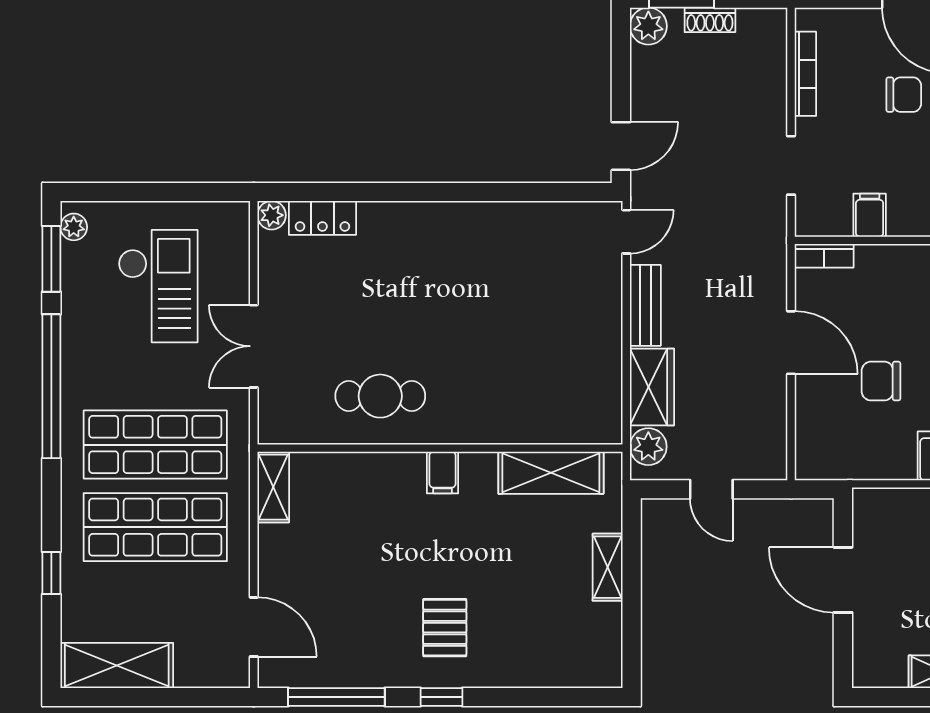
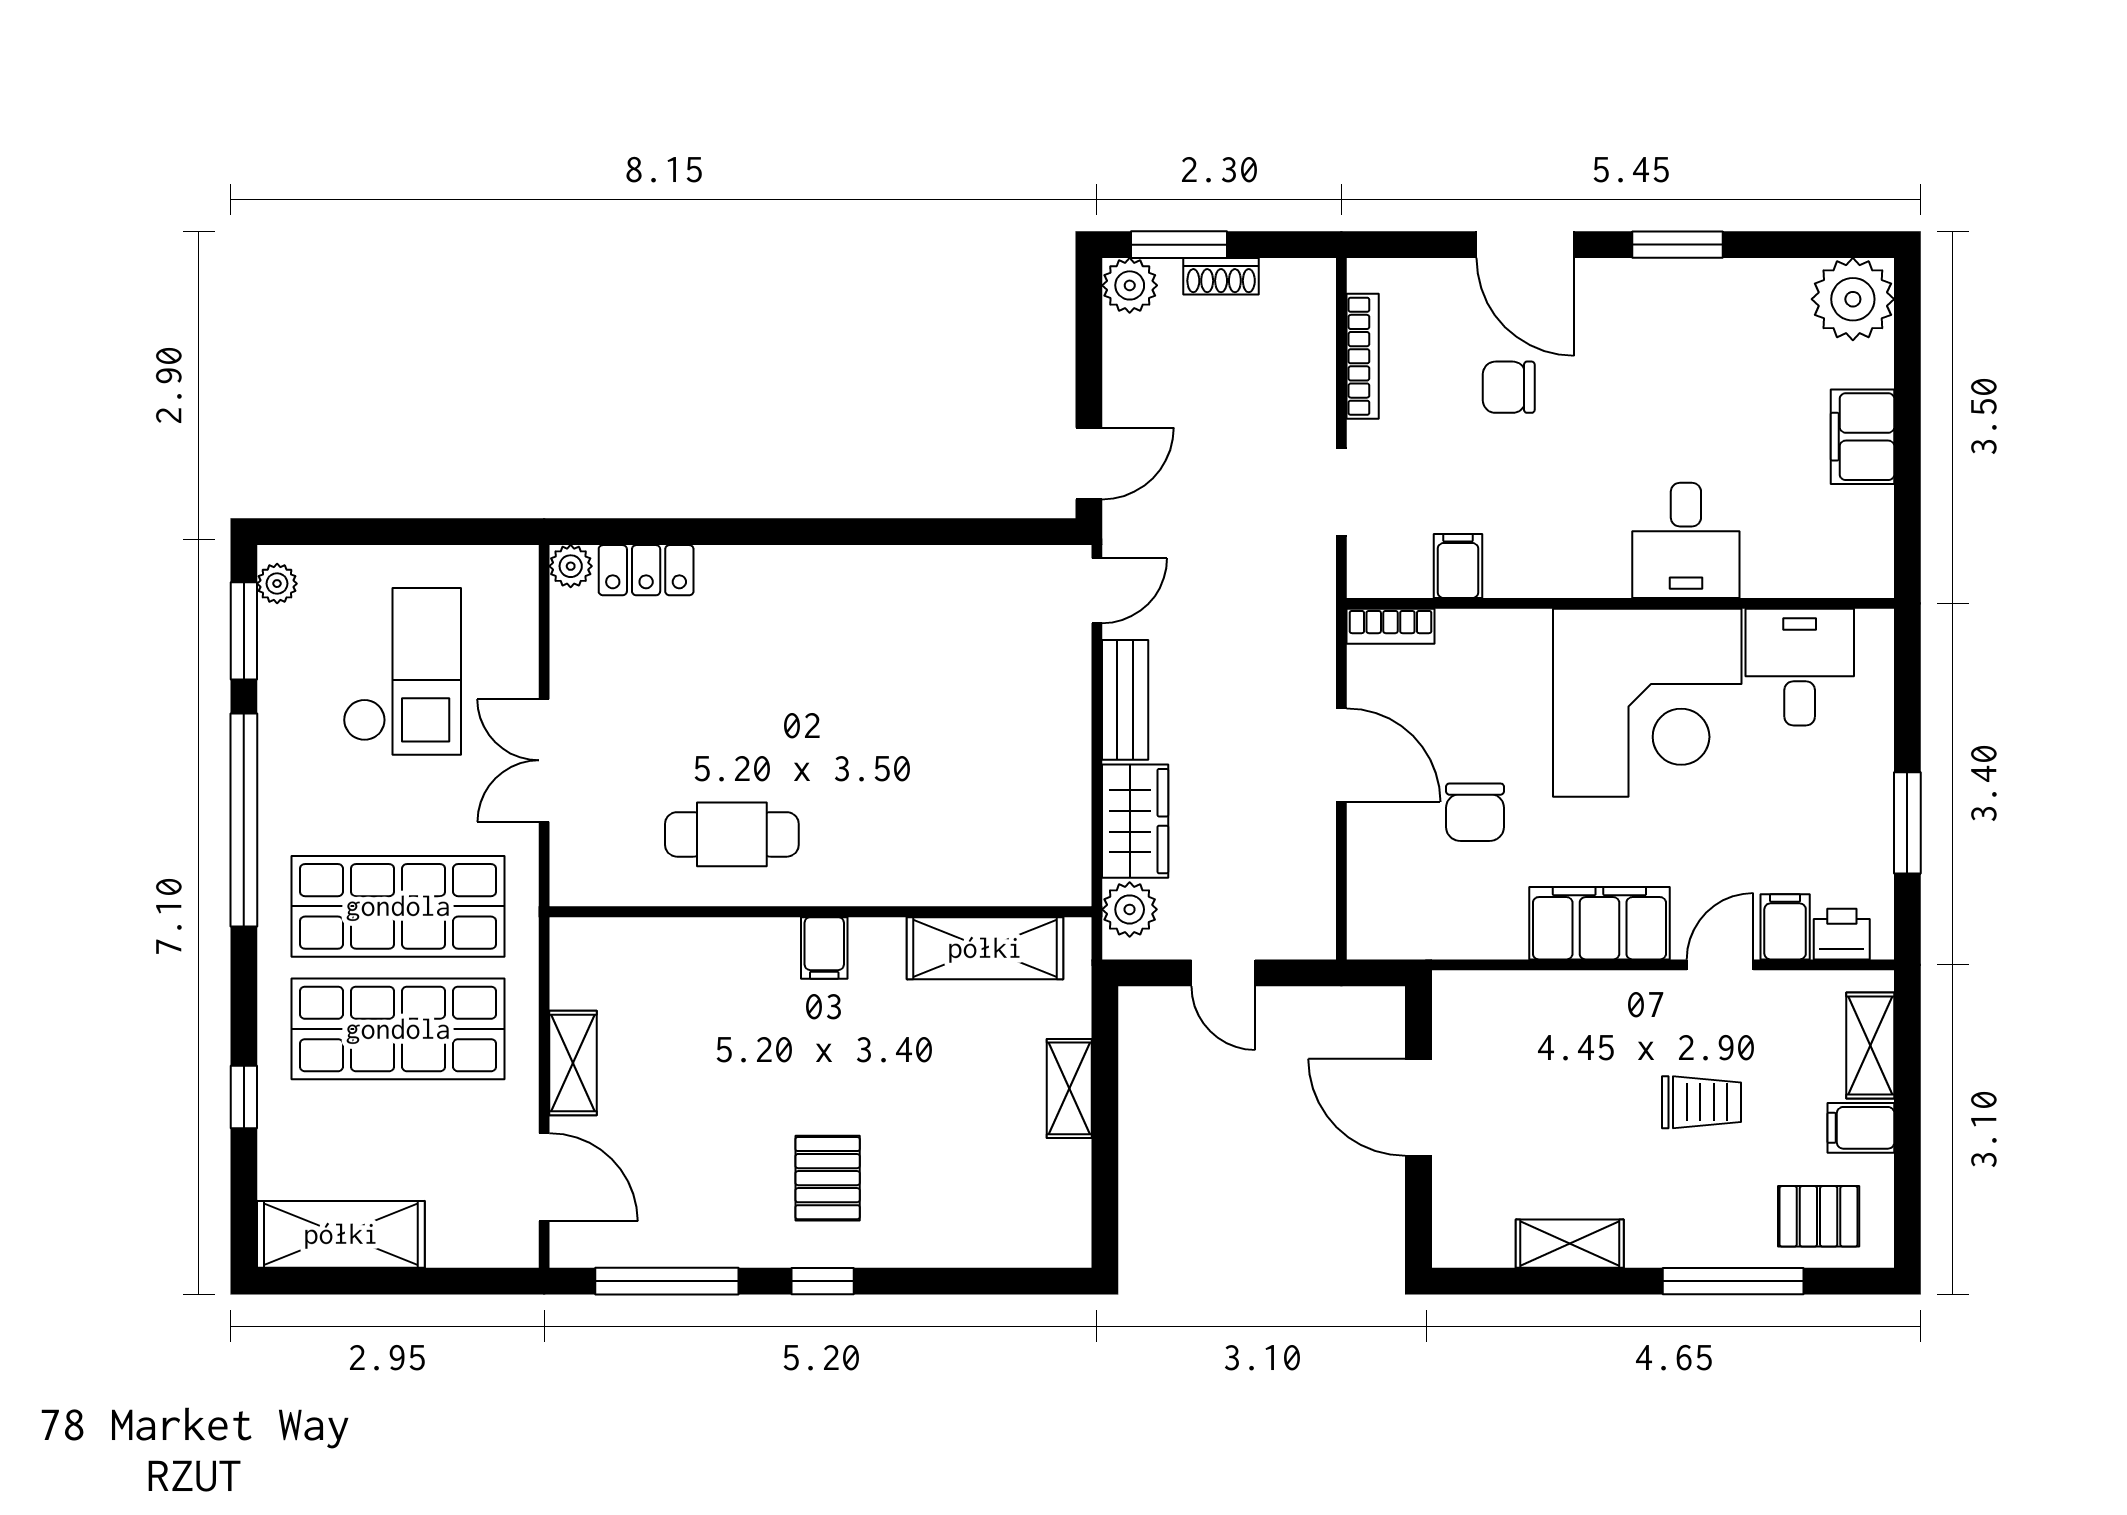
chair: (904, 95) -> (1509, 387), turned 180
chair: (881, 381) -> (1475, 812), turned -90
shelving: (273, 487) -> (573, 1063), moved

